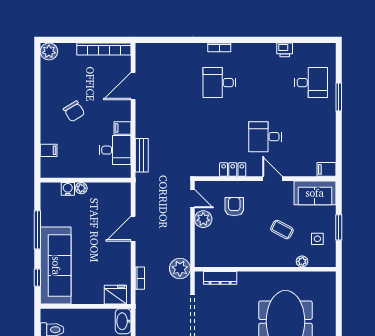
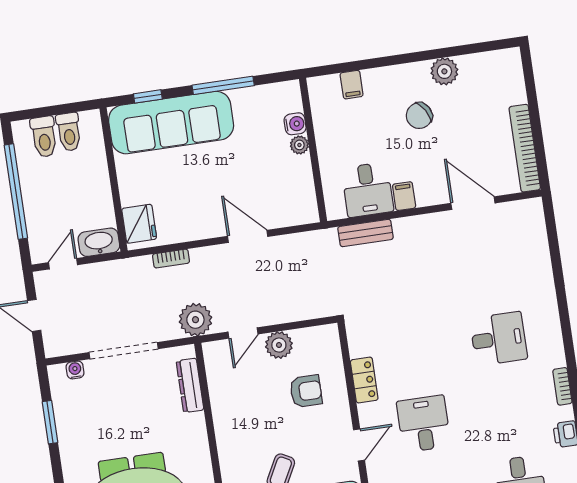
bookcase: (219, 47) -> (562, 386), moved
plant: (49, 51) -> (444, 71), moved
desk: (219, 83) -> (499, 339), turned 90
door: (193, 199) -> (243, 333), moved

